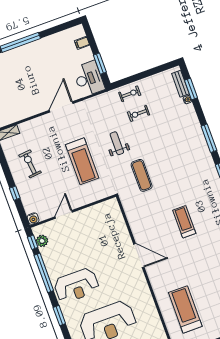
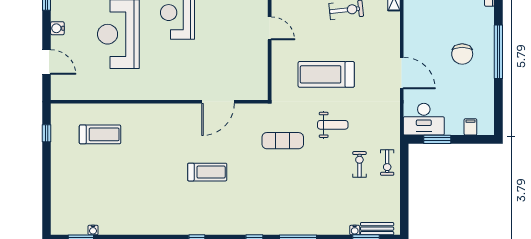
chair: (31, 68) -> (462, 54), added
door: (139, 256) -> (218, 102), moved
treadmill: (185, 309) -> (100, 134), width x0.73, depth x0.73

